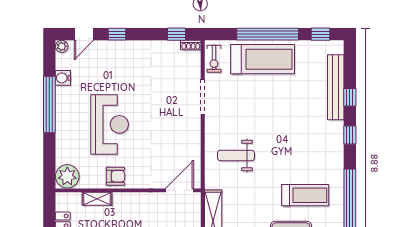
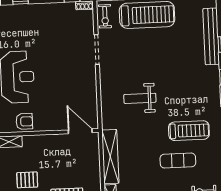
weight bench: (236, 156) -> (140, 98), moved
door: (180, 190) -> (80, 131), hinge flipped

